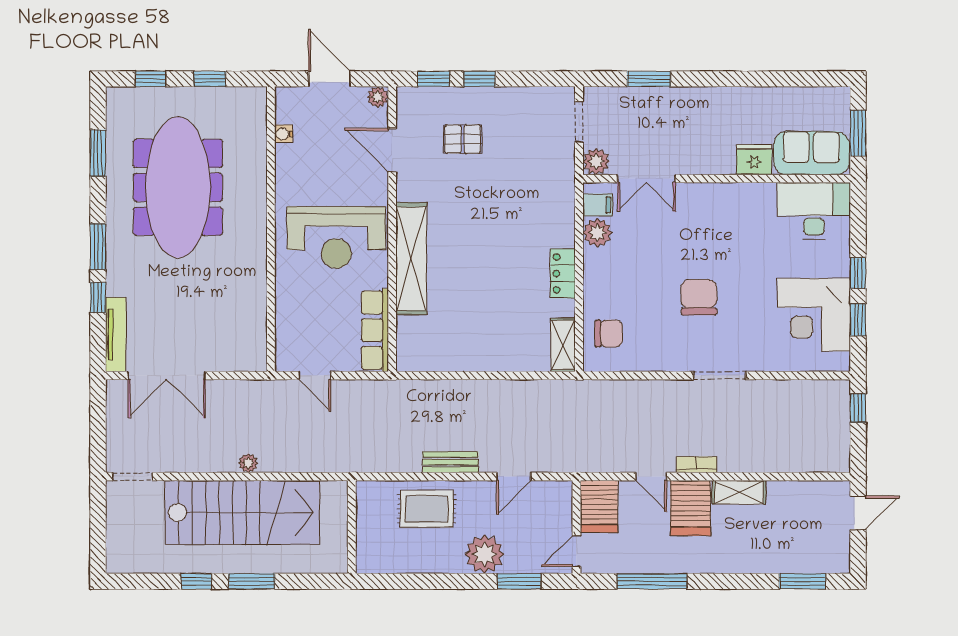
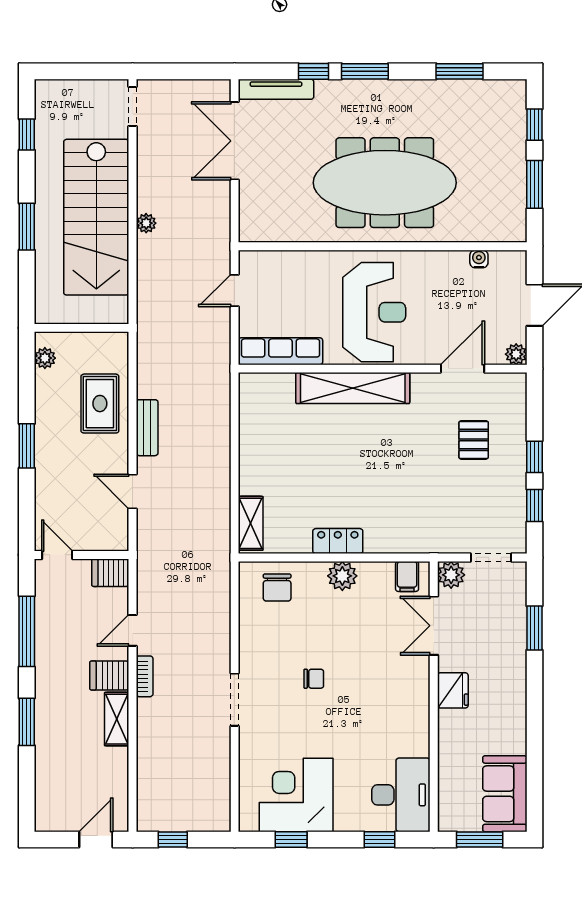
window: (210, 79) -> (534, 184), width x1.50
window: (433, 79) -> (534, 505), moved
sofa: (811, 153) -> (505, 794), moved, turned 180
fridge: (754, 160) -> (453, 690), moved
meeting table: (178, 187) -> (385, 183), moved
plant: (597, 233) -> (342, 576), moved
reception desk: (336, 237) -> (374, 312), turned 180
window: (858, 273) -> (379, 839), moved
chair: (699, 297) -> (314, 679), width x0.54, depth x0.54
shelving: (563, 345) -> (251, 523), moved, turned 90
window: (858, 408) -> (173, 839), moved
server rack: (599, 507) -> (110, 573), width x0.73, depth x0.70
server rack: (691, 508) -> (109, 676), width x0.73, depth x0.70
door: (858, 513) -> (96, 839), swing flipped
plant: (484, 554) -> (45, 358), moved, width x0.53, depth x0.53
window: (196, 581) -> (27, 135), moved
window: (519, 581) -> (27, 446), moved
window: (803, 581) -> (27, 722), moved

